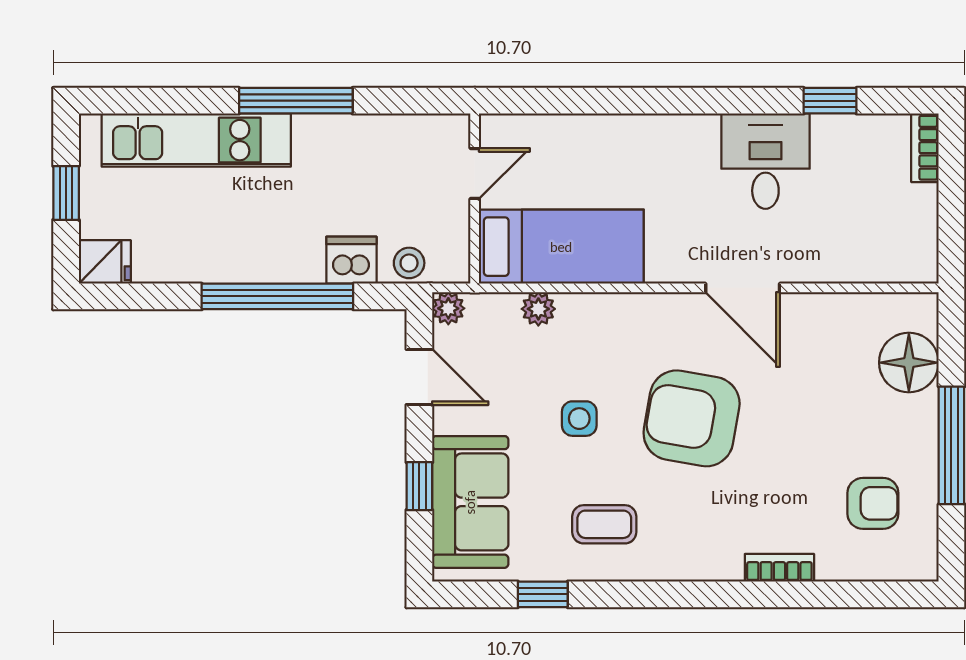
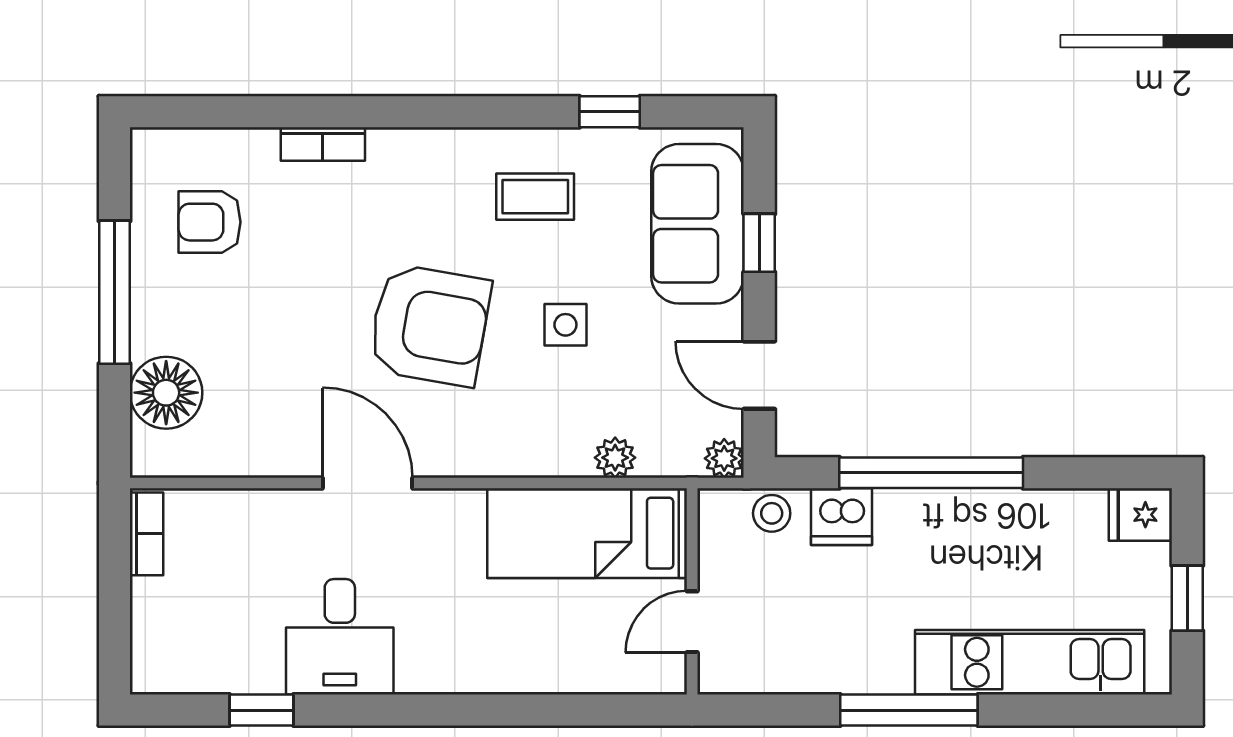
bookcase: (925, 148) -> (147, 534), moved

